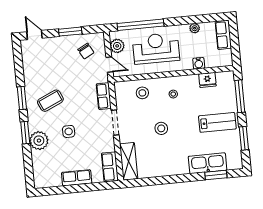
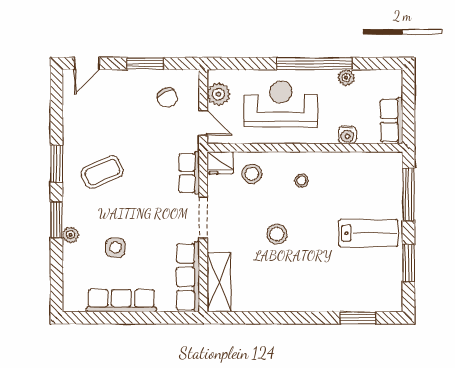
window: (140, 25) -> (314, 64), moved
door: (35, 35) -> (87, 64), swing flipped
row of seats: (223, 35) -> (392, 121), moved
fridge: (207, 80) -> (220, 163), moved
side table: (69, 131) -> (115, 248), moved
plant: (39, 141) -> (70, 235), width x0.53, depth x0.53
kitchen sink: (208, 163) -> (346, 297), removed
row of seats: (110, 167) -> (188, 277), width x1.48
row of seats: (77, 178) -> (121, 301), width x1.48

